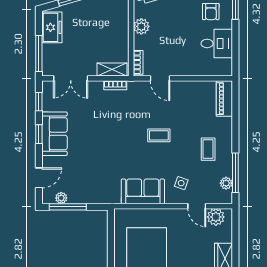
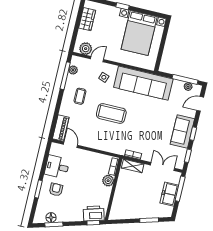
plant: (141, 26) -> (108, 181), moved
freezer: (52, 27) -> (169, 194), moved
door: (160, 78) -> (70, 145), moved
coffee table: (159, 135) -> (111, 113), width x1.86, depth x1.72
sofa: (143, 191) -> (143, 83), width x1.85, depth x1.27
door: (197, 206) -> (97, 59), hinge flipped

